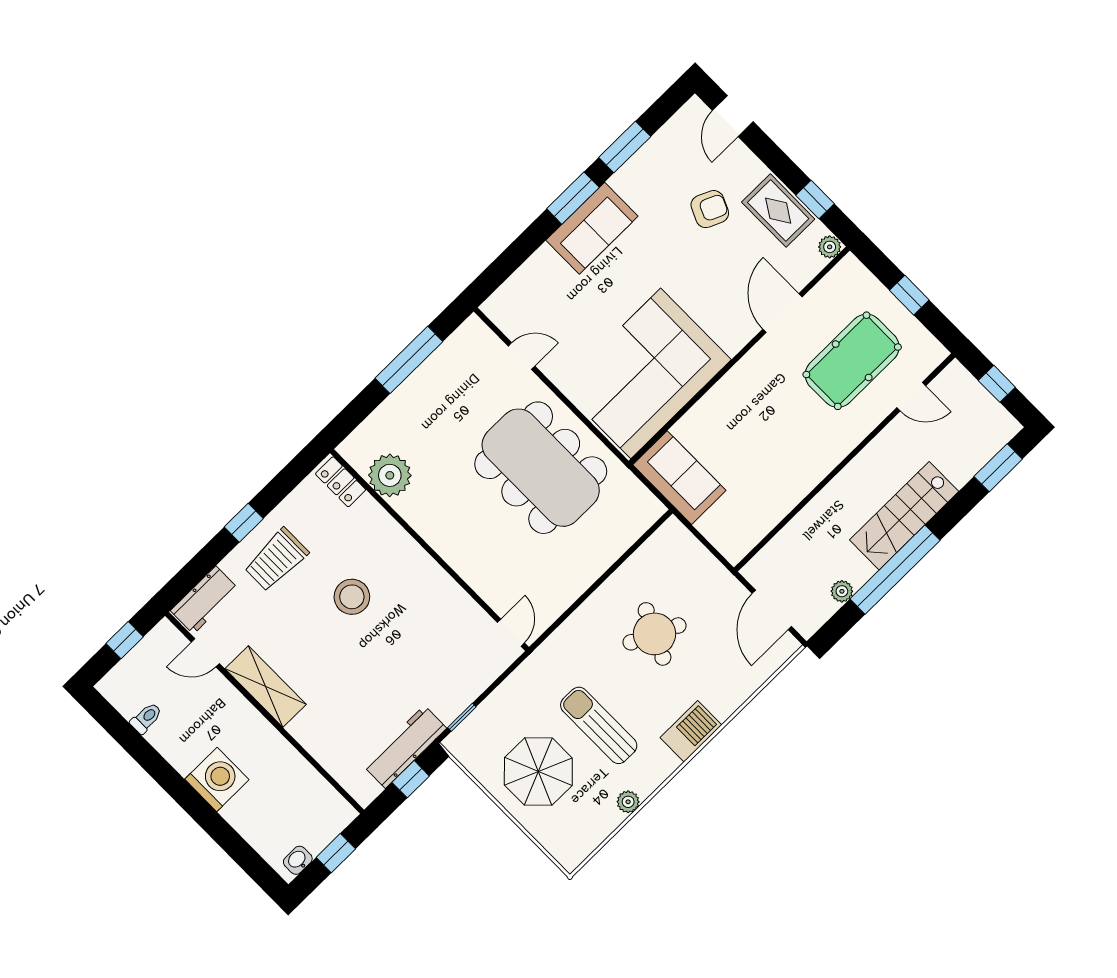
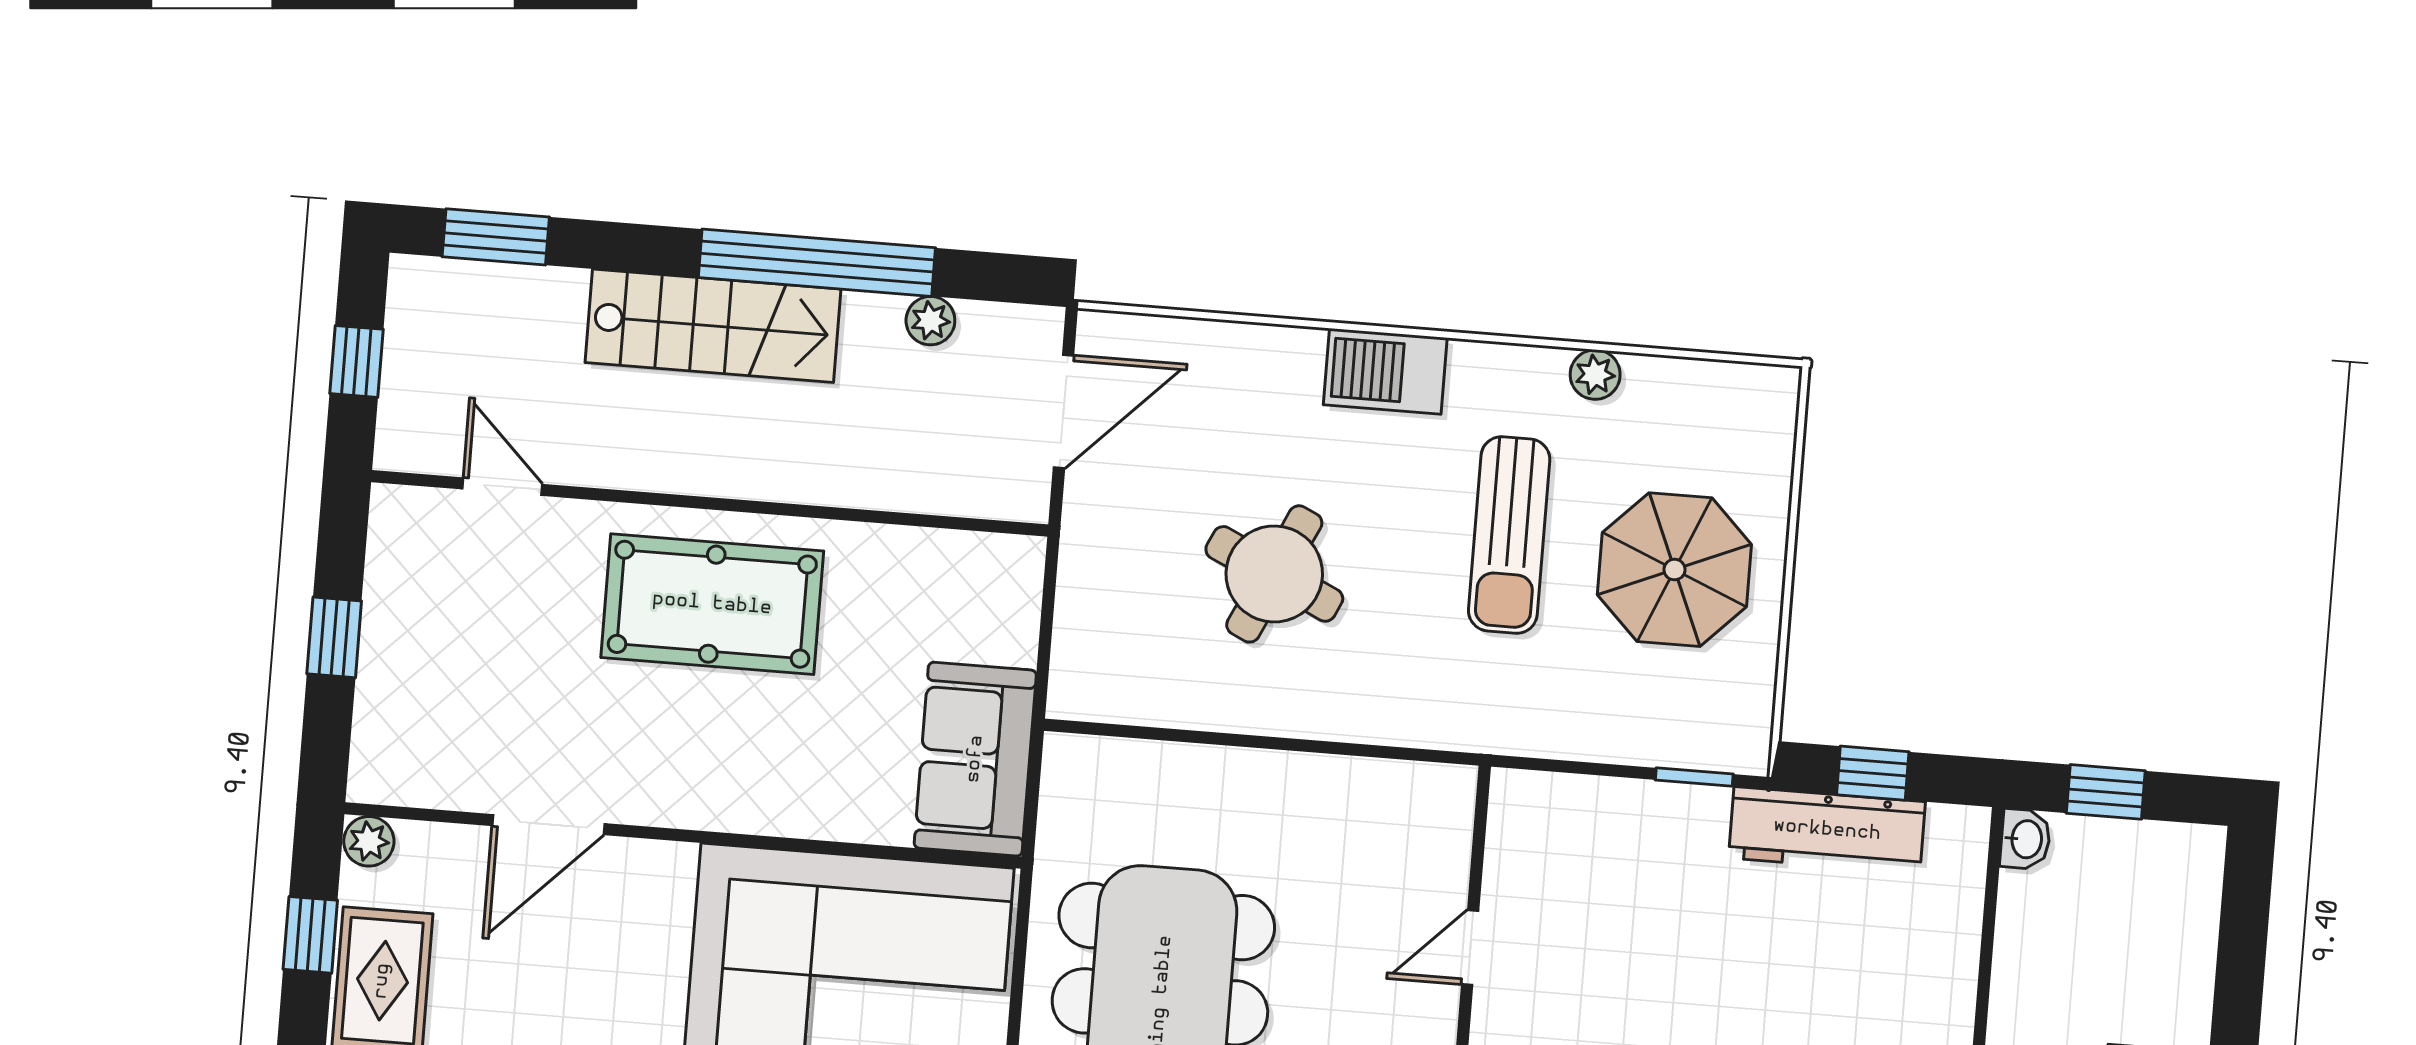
pool table: (852, 361) -> (712, 604), moved
door: (511, 633) -> (1470, 948), moved
washbasin: (298, 860) -> (2025, 839), moved, turned -90

